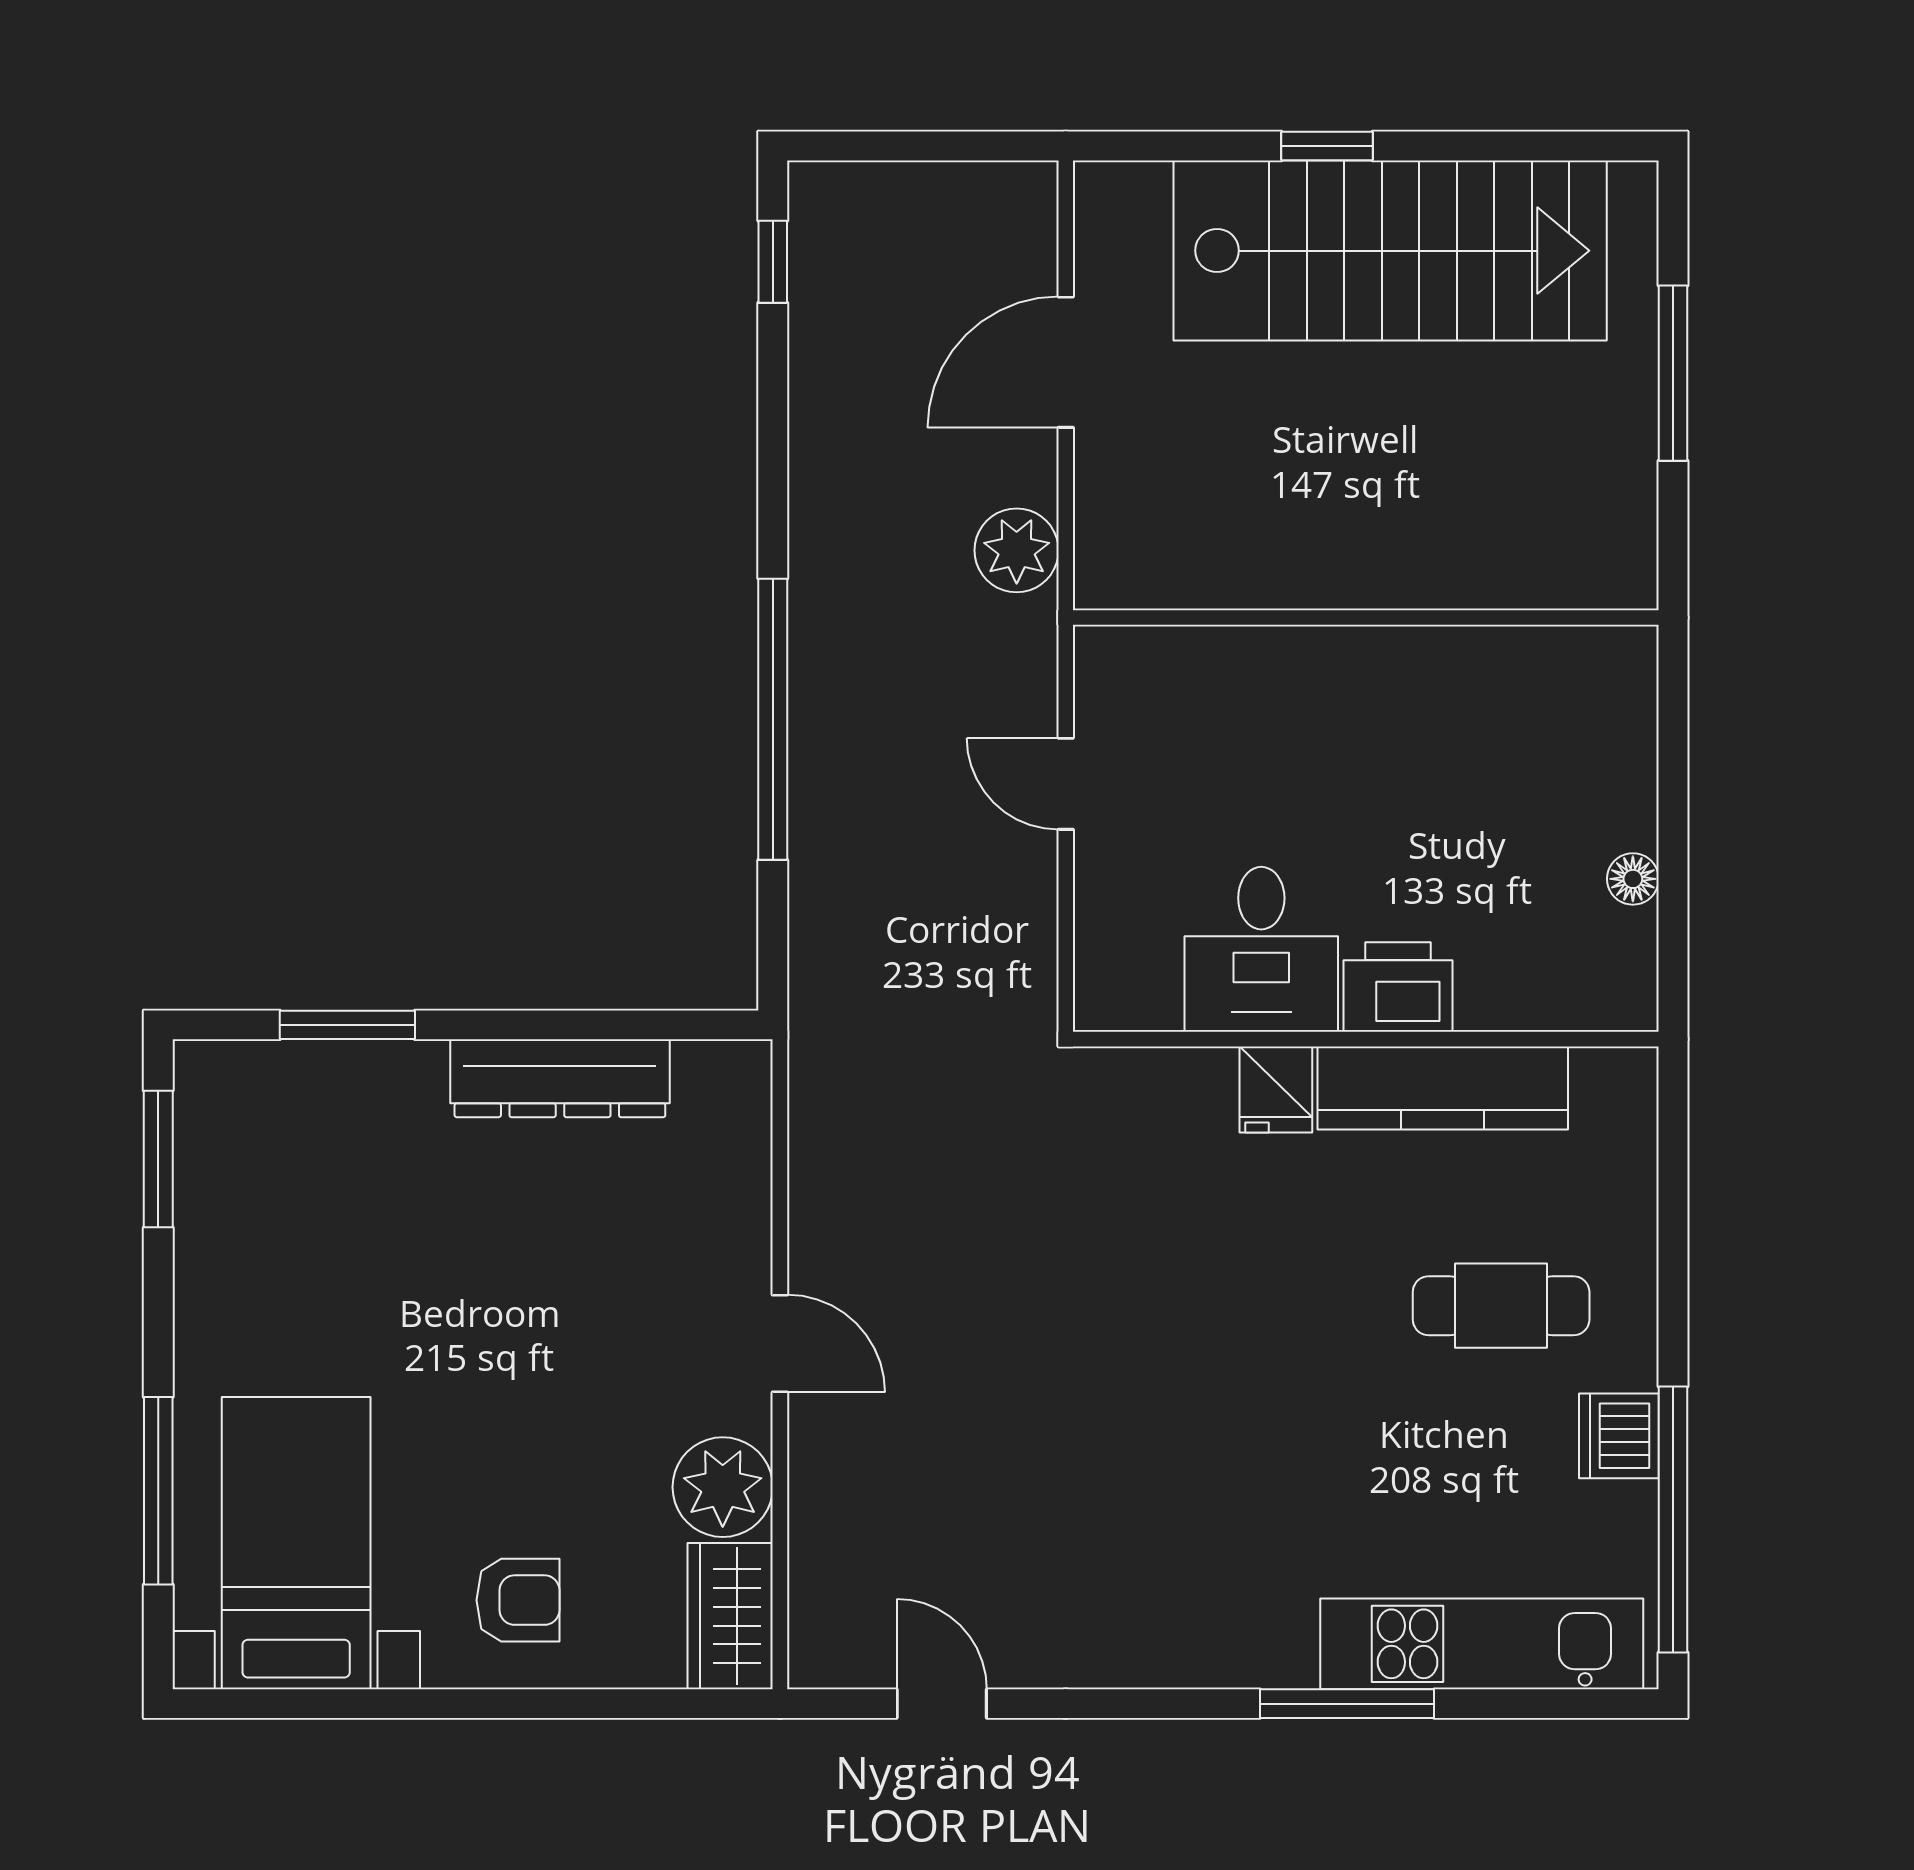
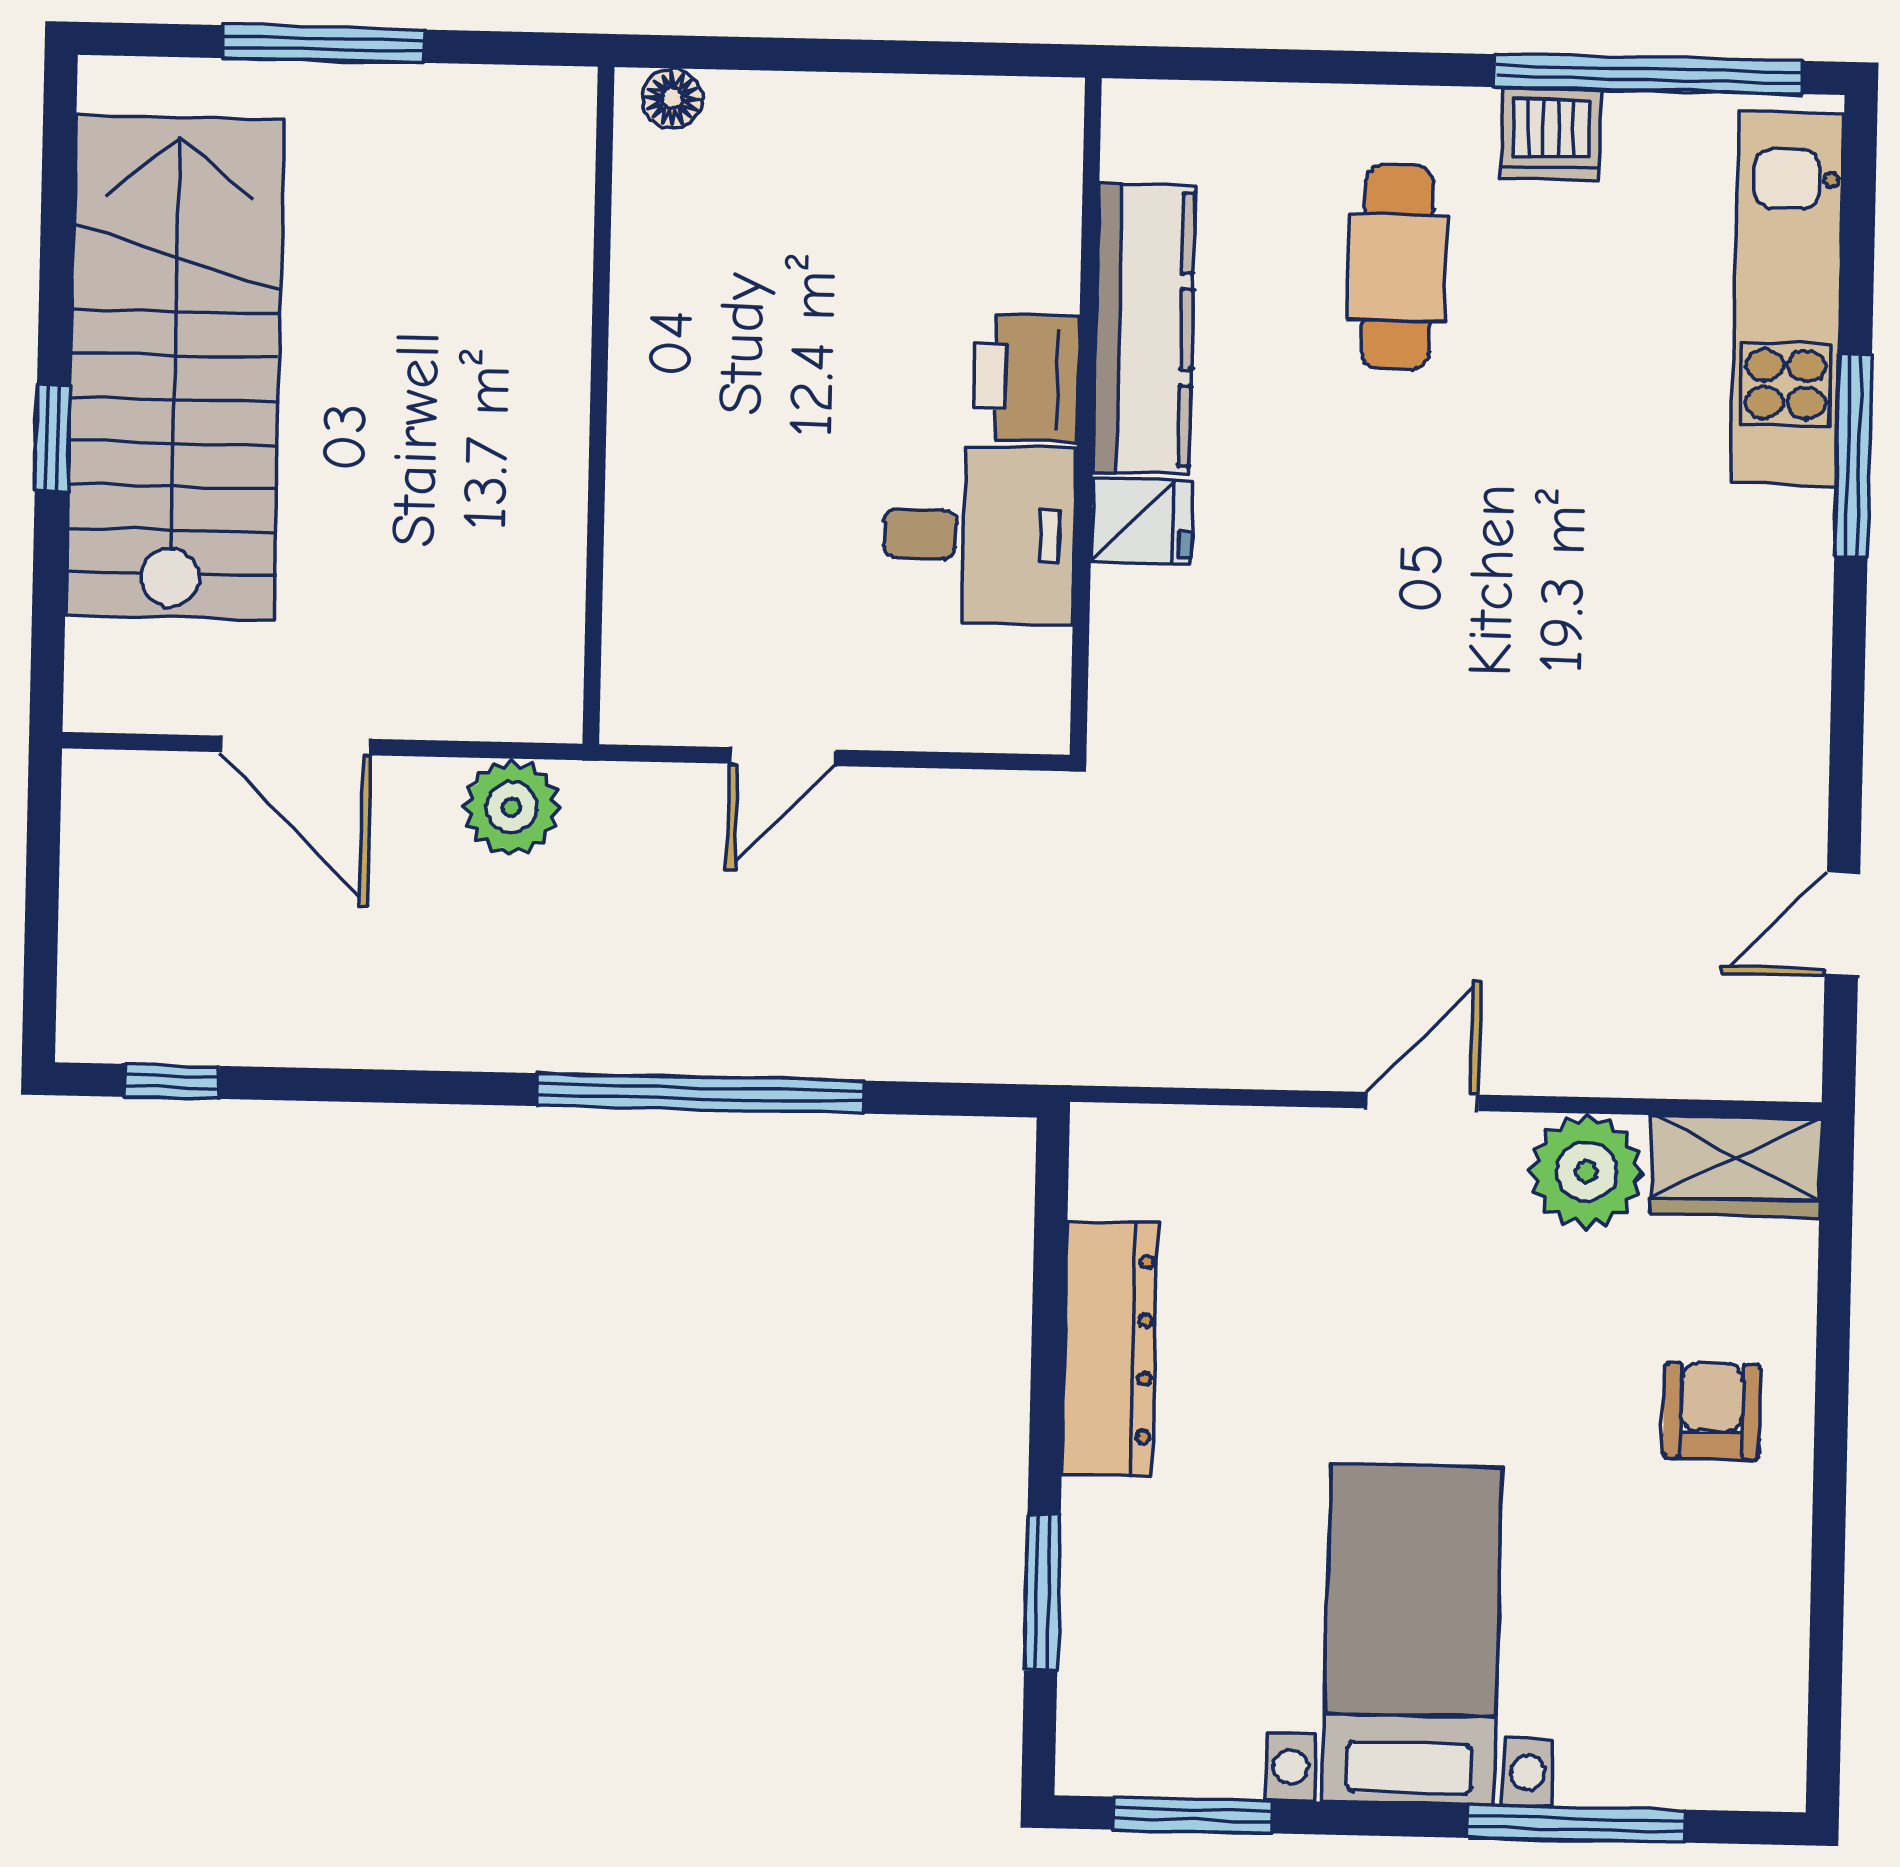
floor lamp: (1633, 879) -> (672, 98), moved
bed with nightstands: (296, 1543) -> (1412, 1634), moved, turned 90

